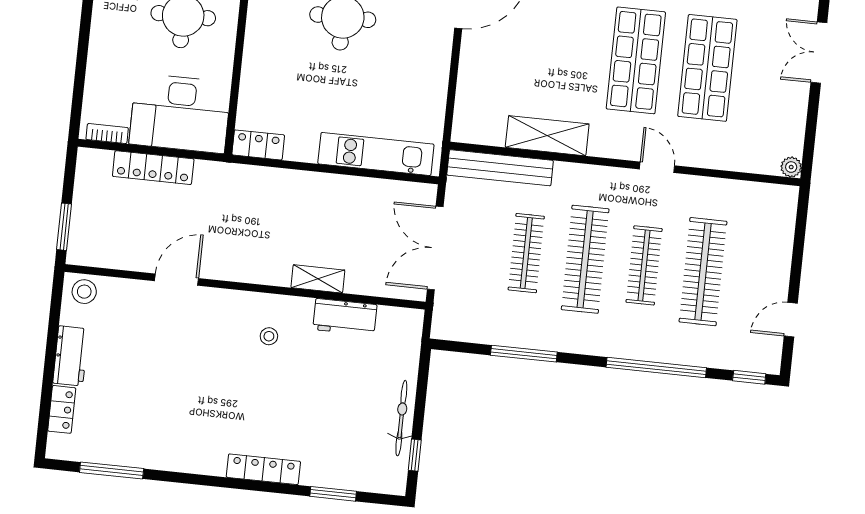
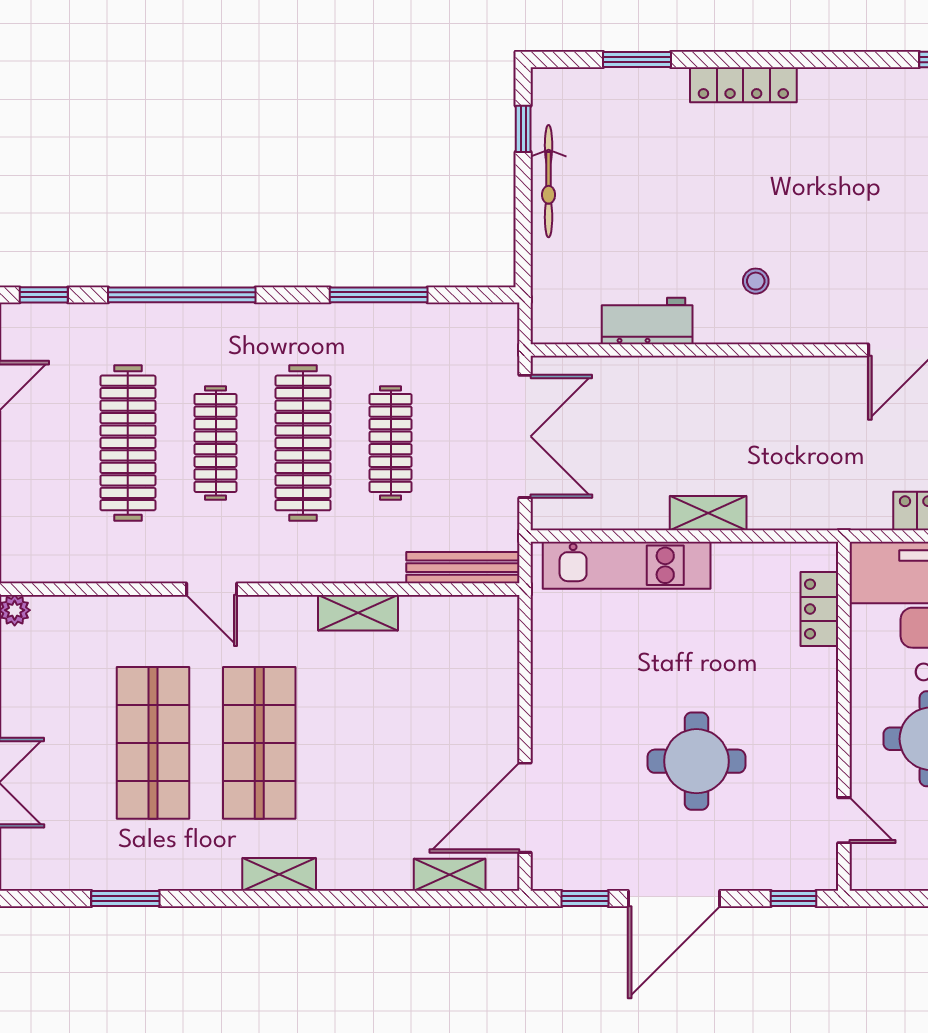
shelving: (547, 136) -> (358, 613), width x0.67, depth x0.75
locker: (258, 145) -> (819, 609), moved, turned 90
bench: (500, 168) -> (463, 568), width x0.73, depth x0.82
shelving: (318, 279) -> (708, 513), moved

